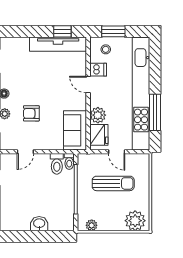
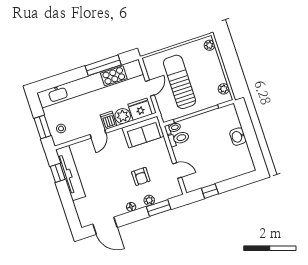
dishwasher: (98, 70) -> (109, 120), moved
sun lounger: (113, 183) -> (180, 82), width x1.36, depth x1.34
plant: (135, 221) -> (209, 45), width x0.53, depth x0.53

